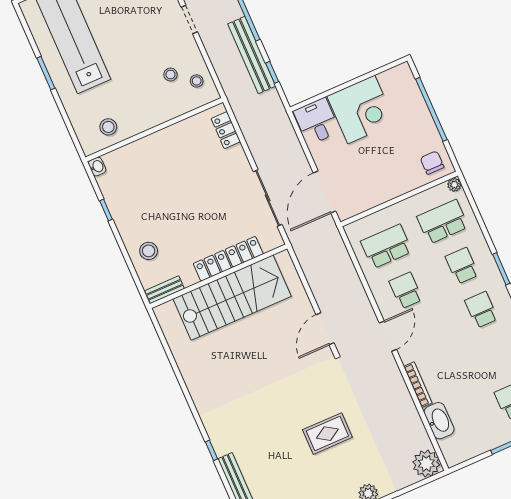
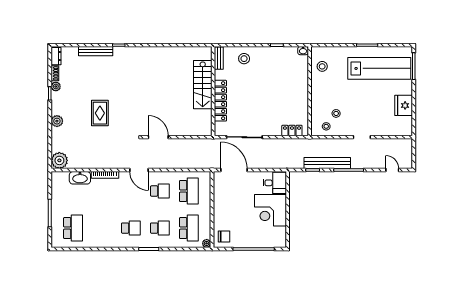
stairs: (232, 298) -> (203, 85), width x0.73, depth x0.66

